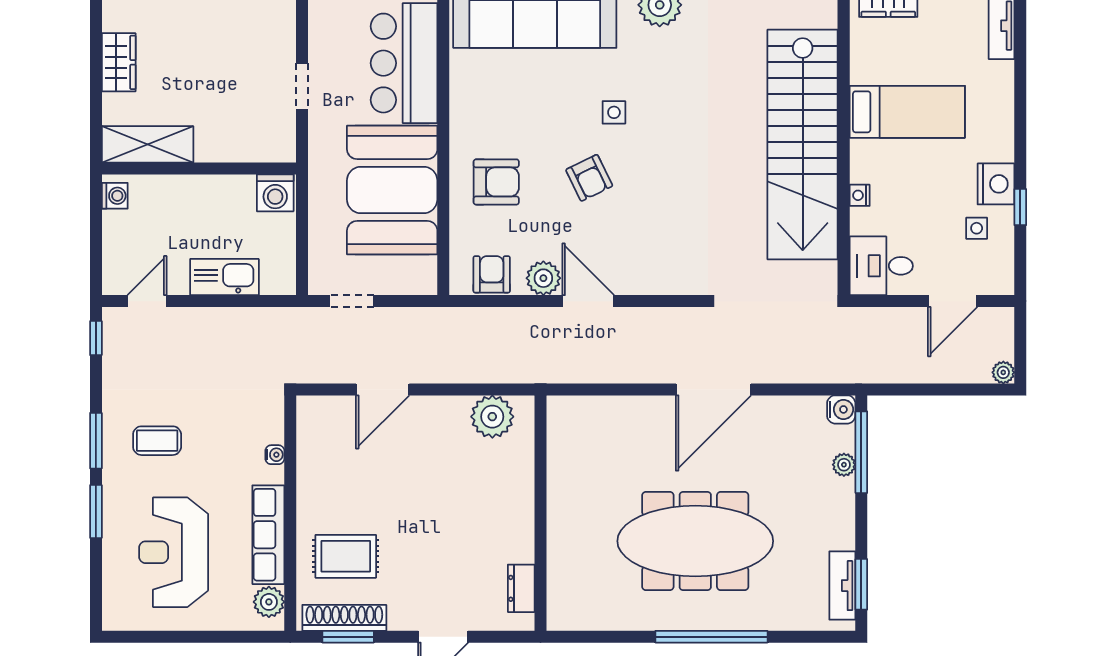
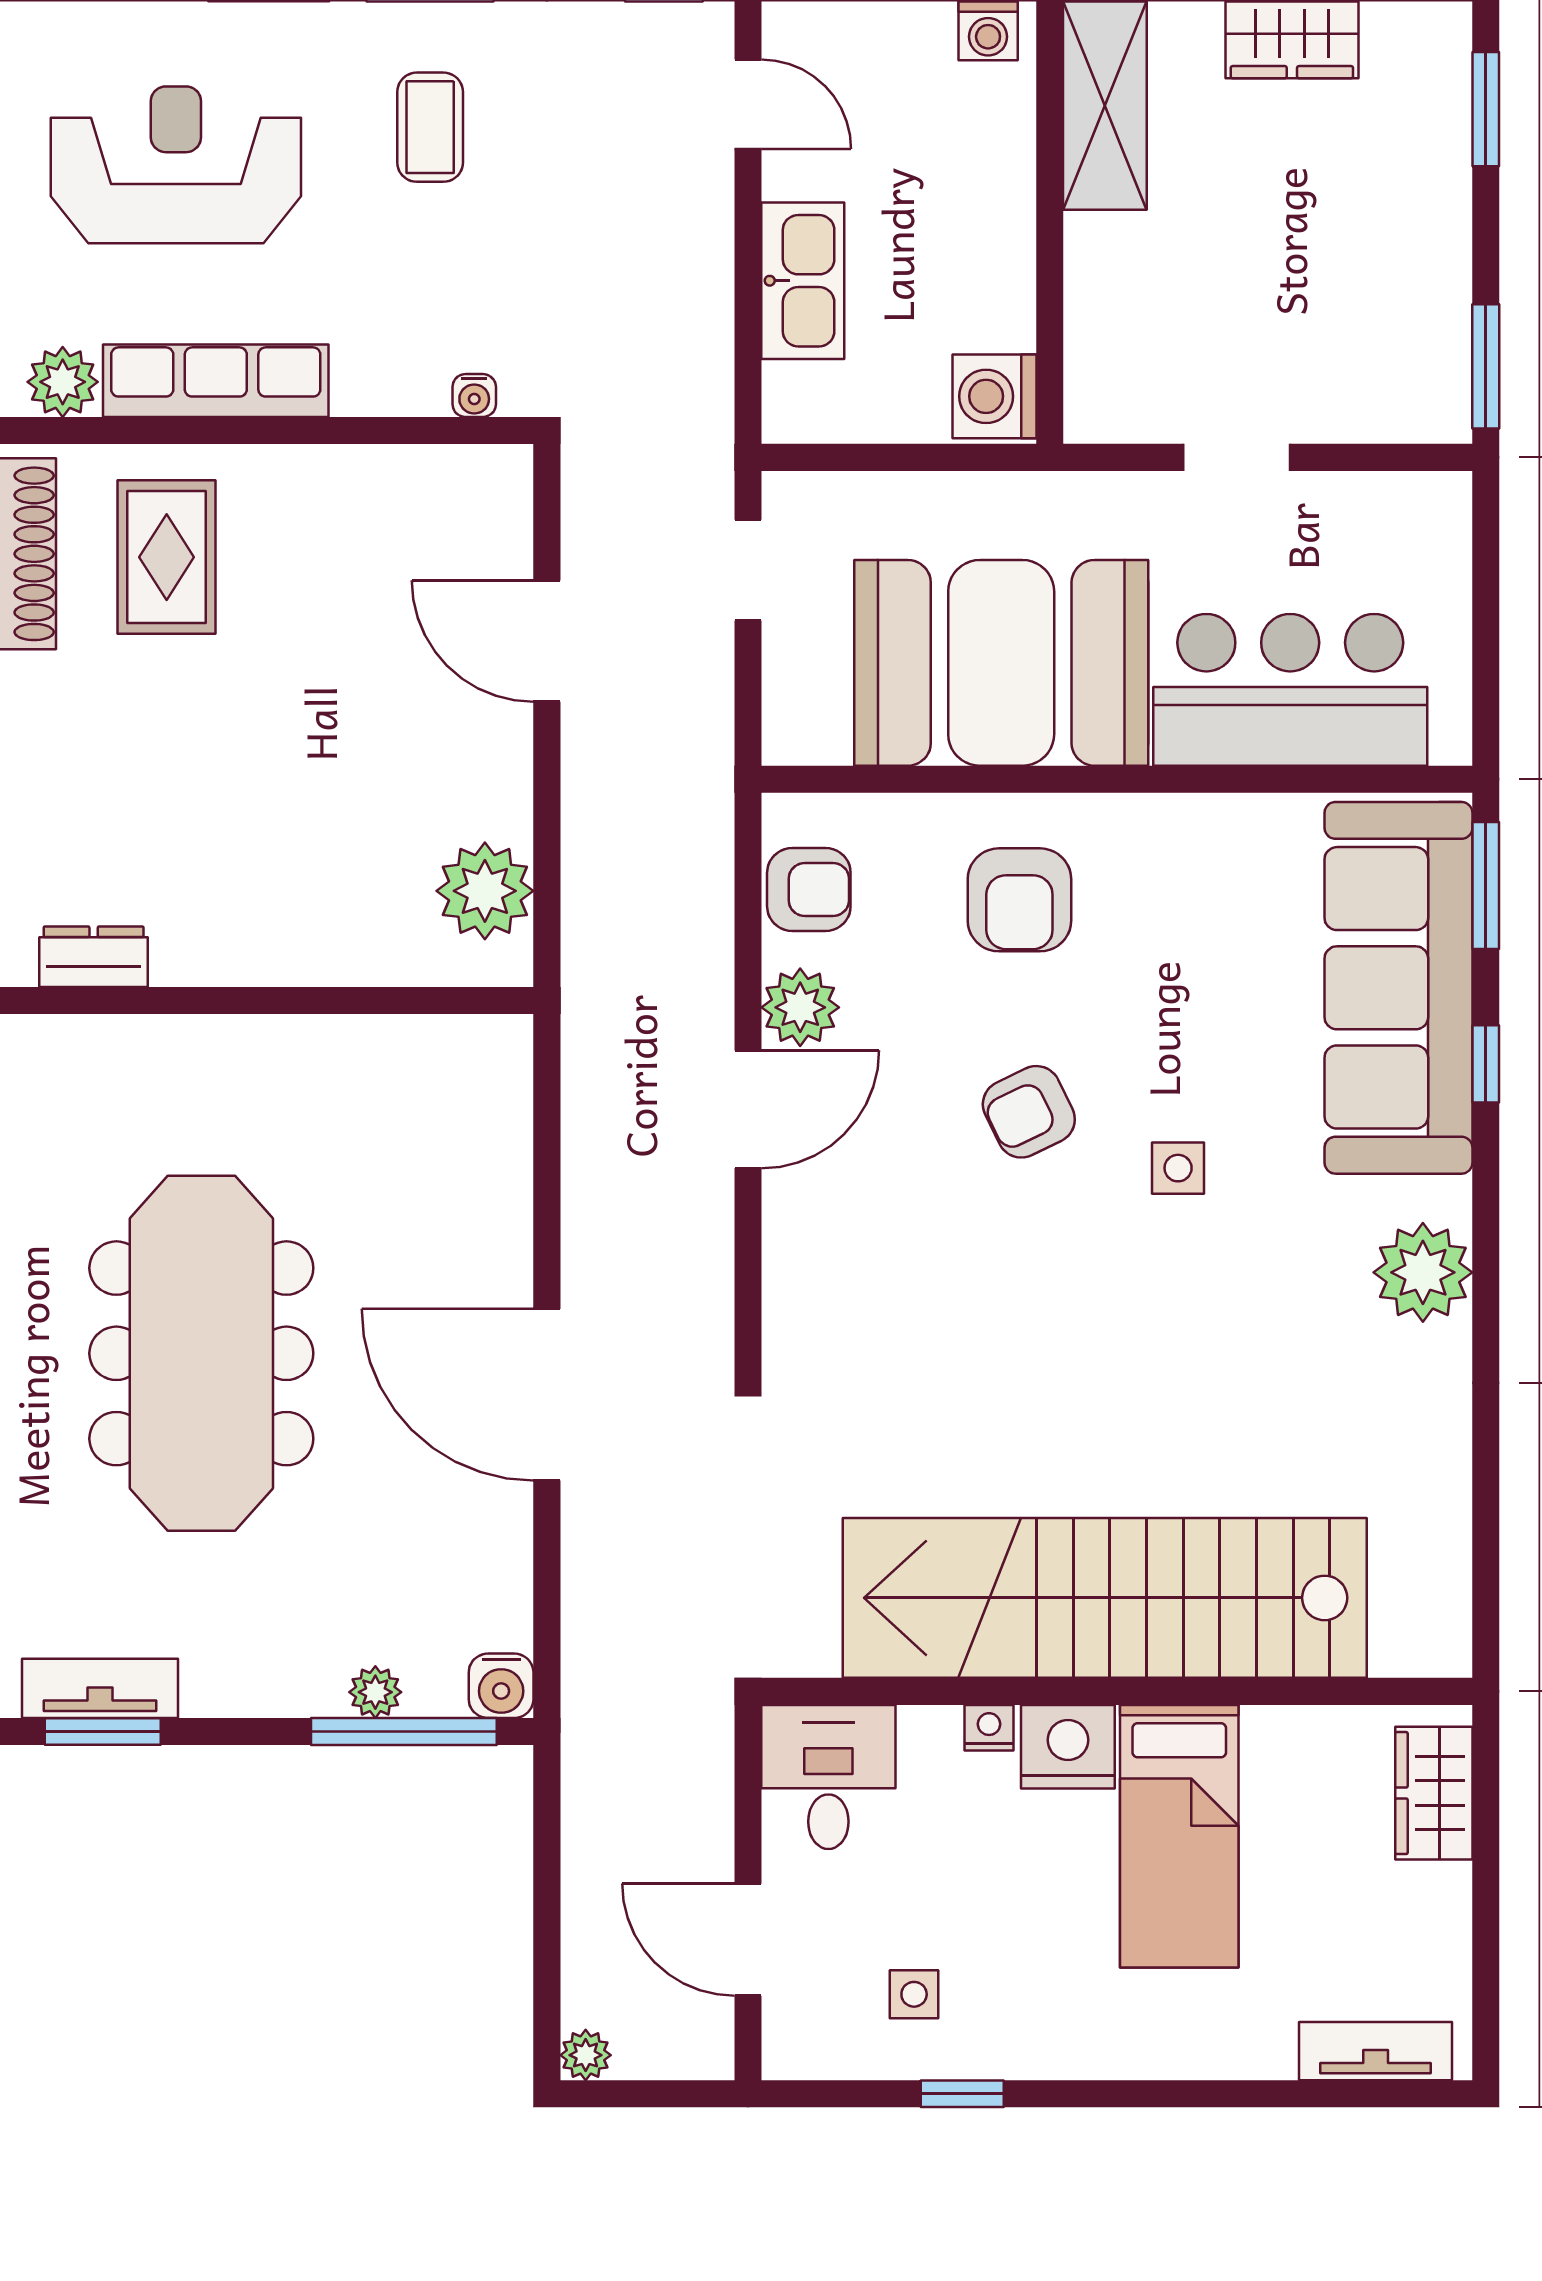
nightstand: (996, 184) -> (1068, 1747), moved, turned 180
water cooler: (275, 455) -> (474, 396), moved

